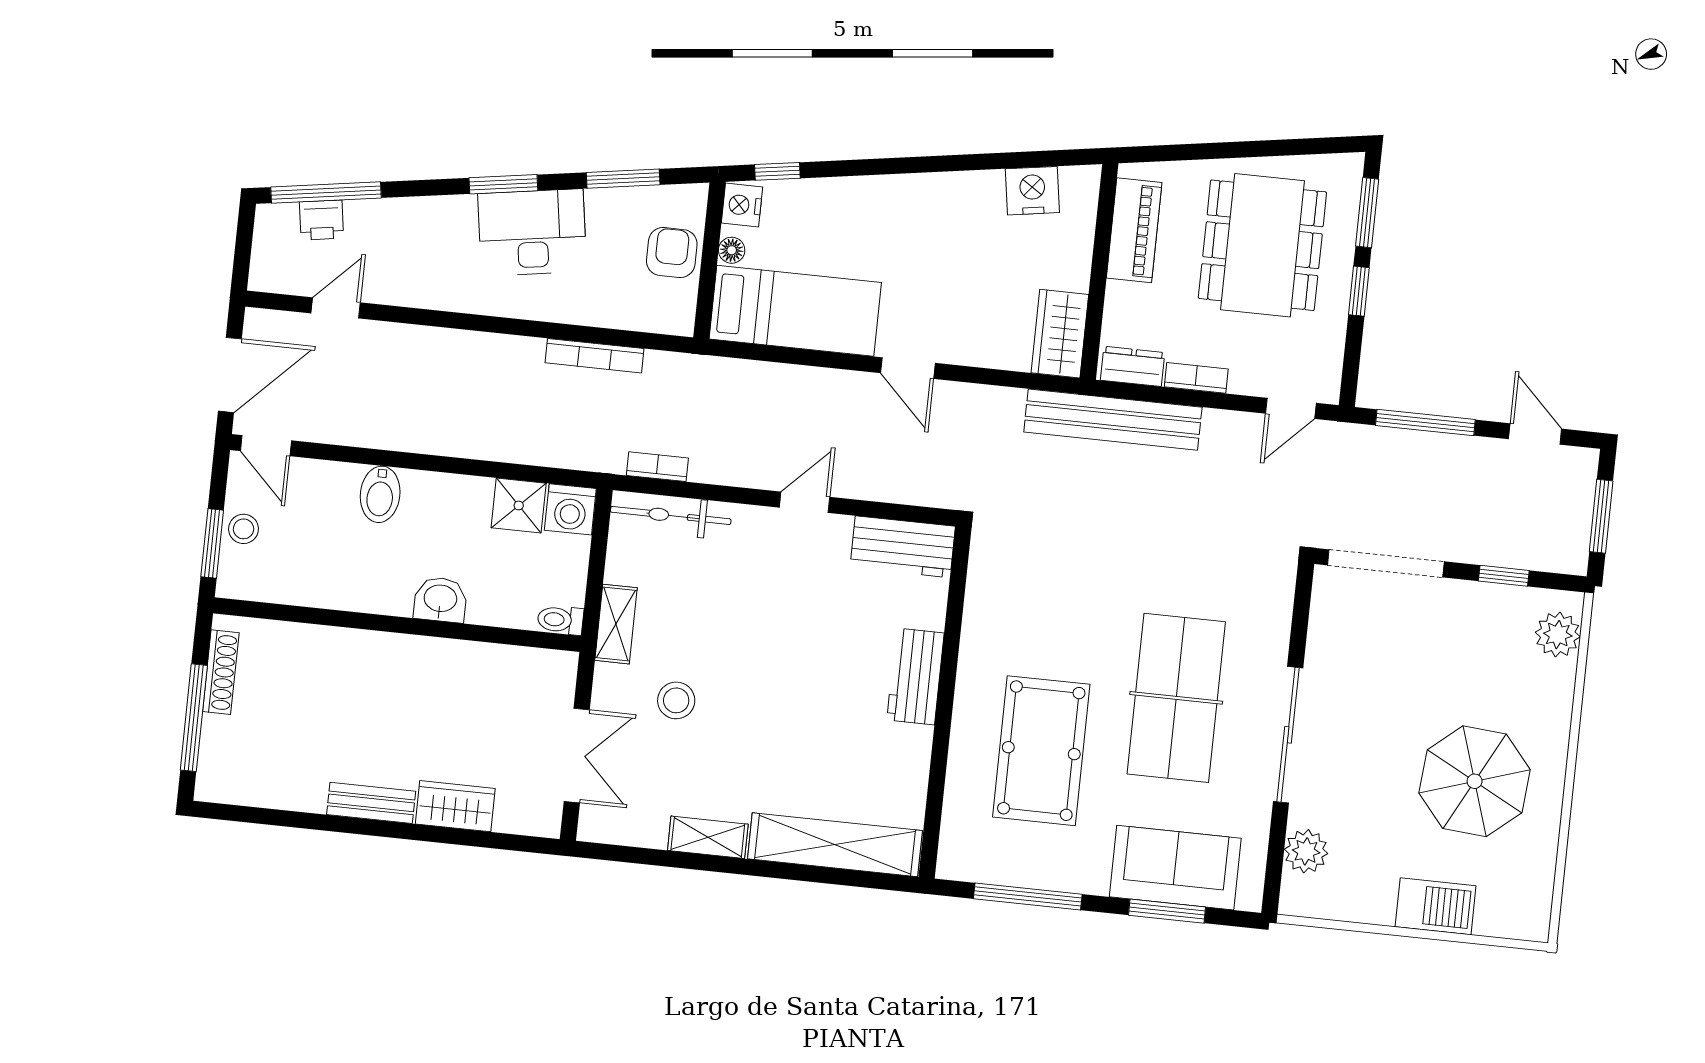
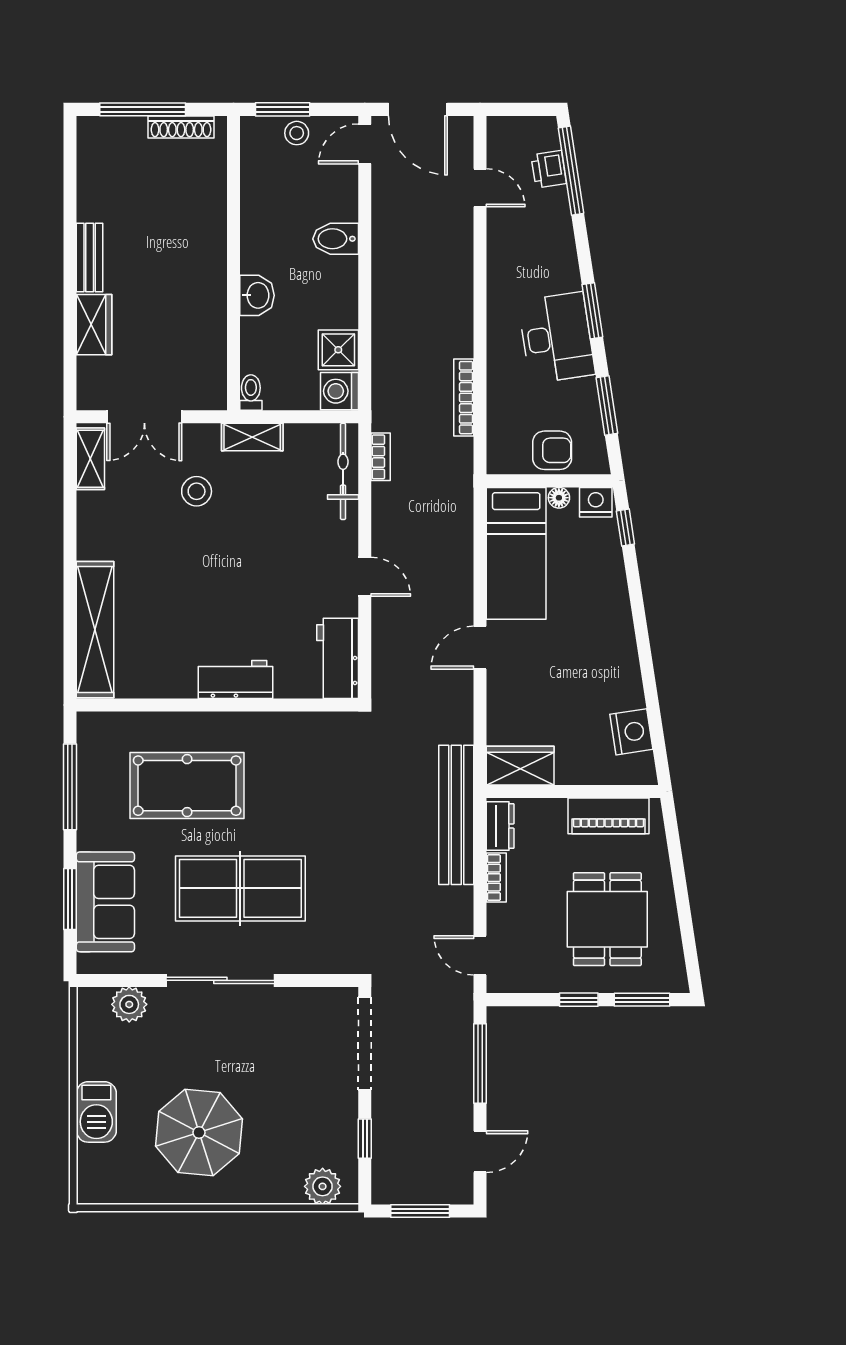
dining table: (1262, 245) -> (607, 919), width x0.73
shelving: (708, 837) -> (90, 459), moved

